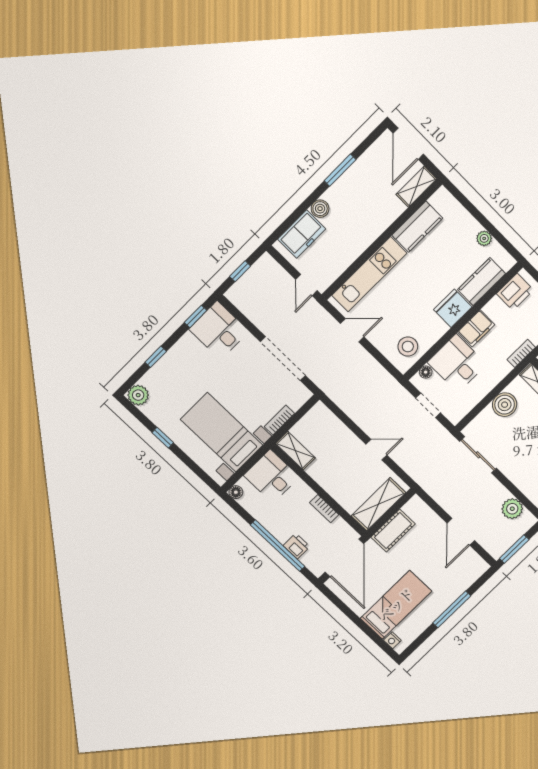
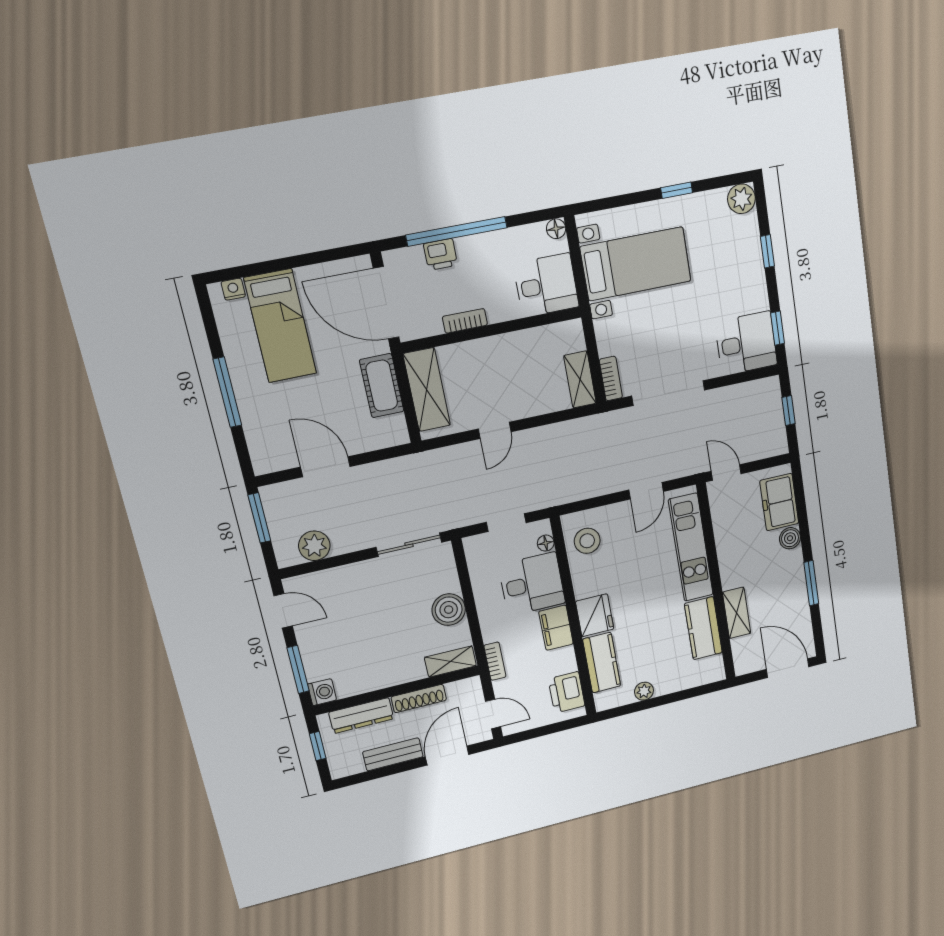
shelving: (416, 187) -> (737, 613), moved
bookcase: (279, 420) -> (611, 379), moved
shelving: (295, 451) -> (580, 379), moved, turned 90

